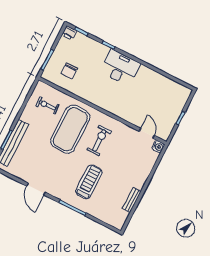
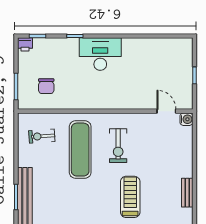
exercise mat: (70, 129) -> (80, 150), width x0.68
exercise bike: (99, 140) -> (118, 146), turned 180

